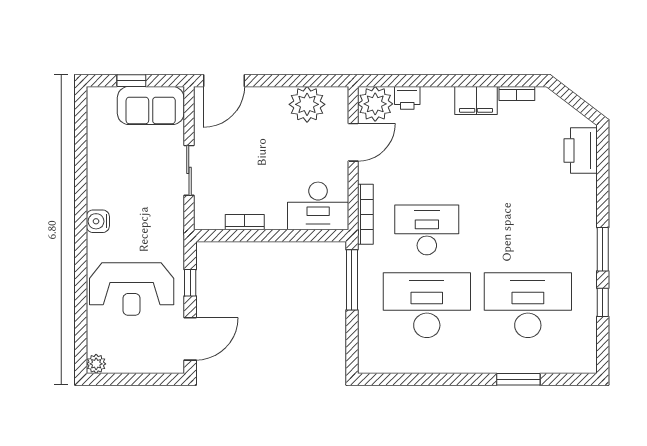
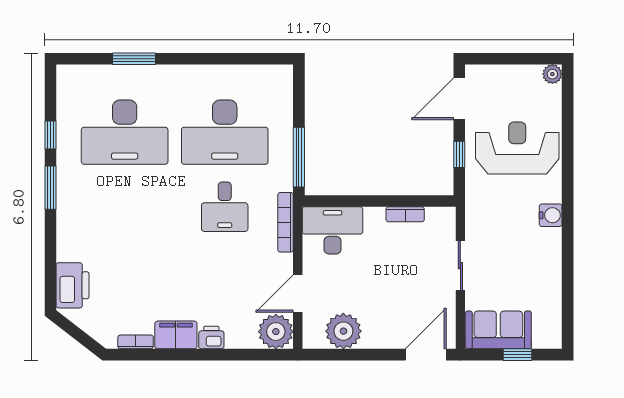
printer: (407, 98) -> (211, 338), moved
desk: (427, 230) -> (225, 207), width x0.73

